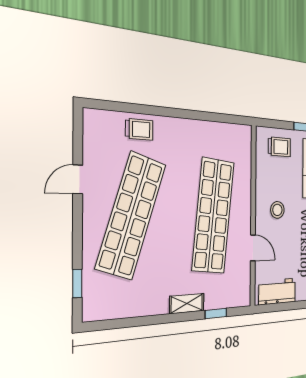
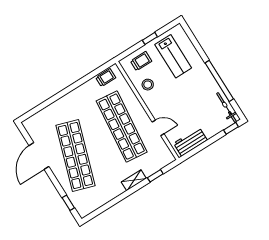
trolley: (139, 129) -> (106, 78), moved
door: (78, 179) -> (39, 156), width x1.88
stool: (277, 210) -> (148, 85), moved

